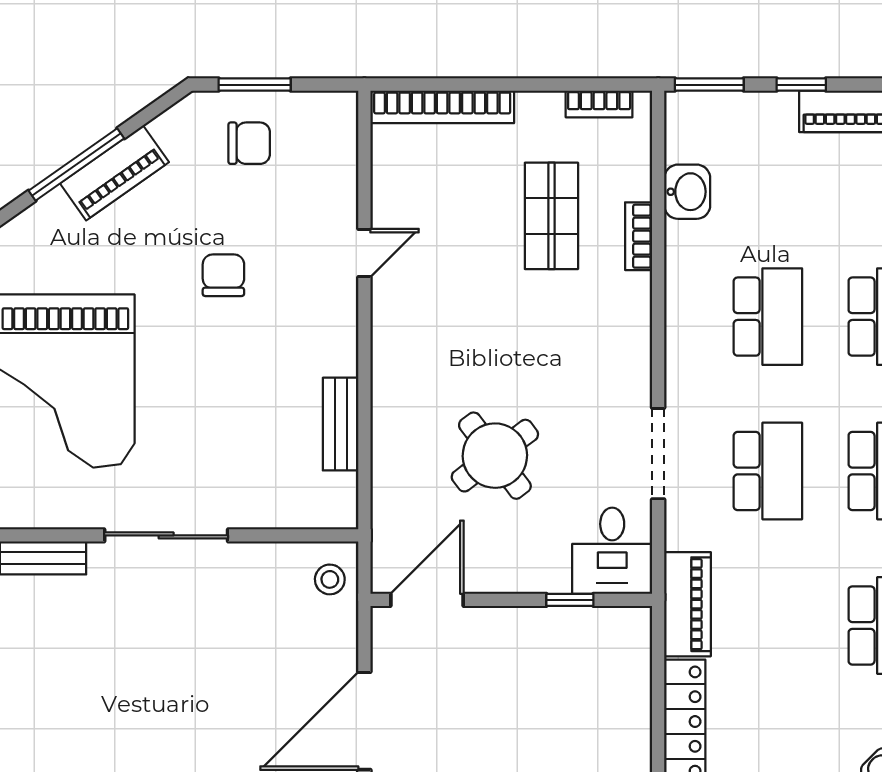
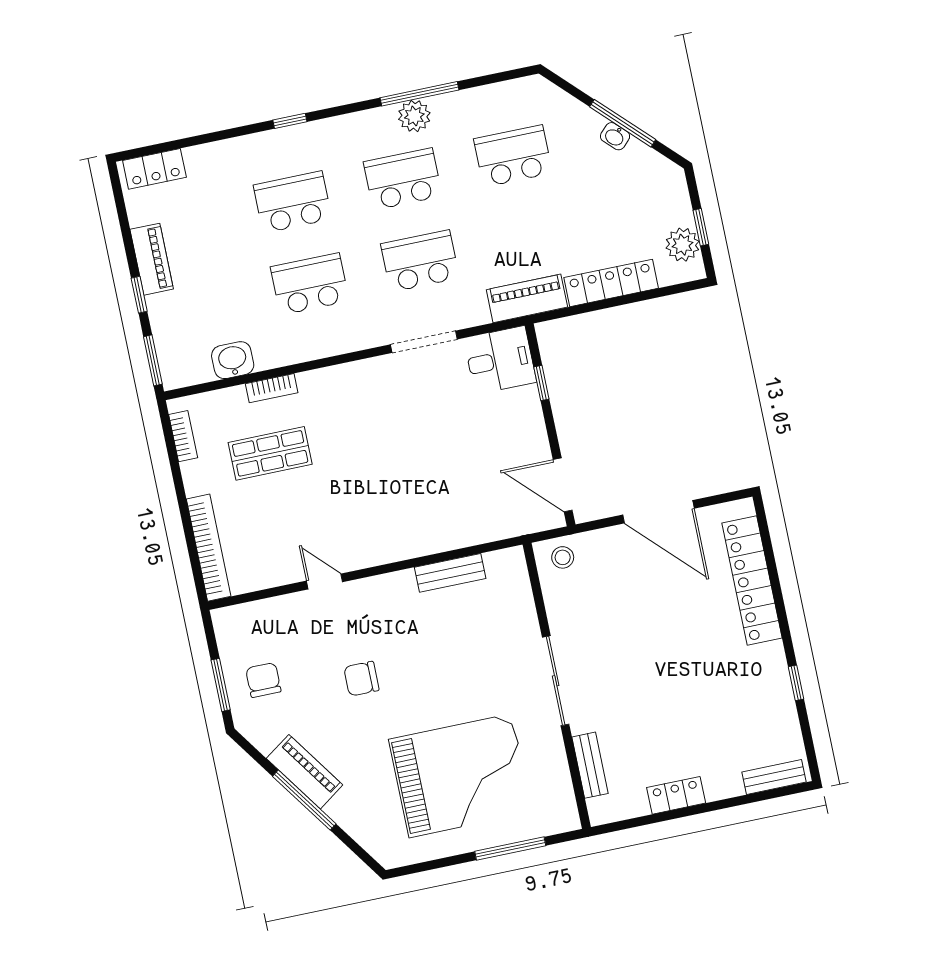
round table: (495, 456) -> (450, 458), removed

